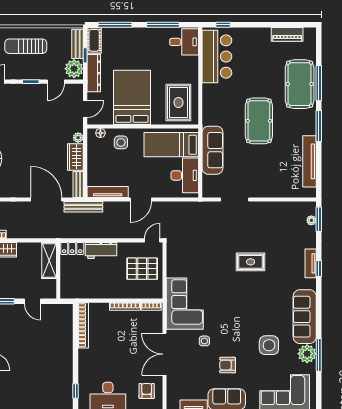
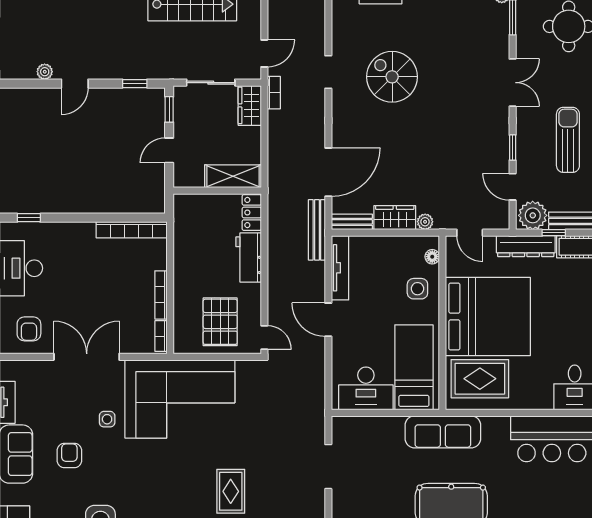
bed: (132, 97) -> (488, 316), width x1.36
sofa: (213, 150) -> (443, 432), moved
corner sofa: (185, 304) -> (180, 399), width x1.36, depth x1.36
armchair: (147, 391) -> (29, 329), turned 90

